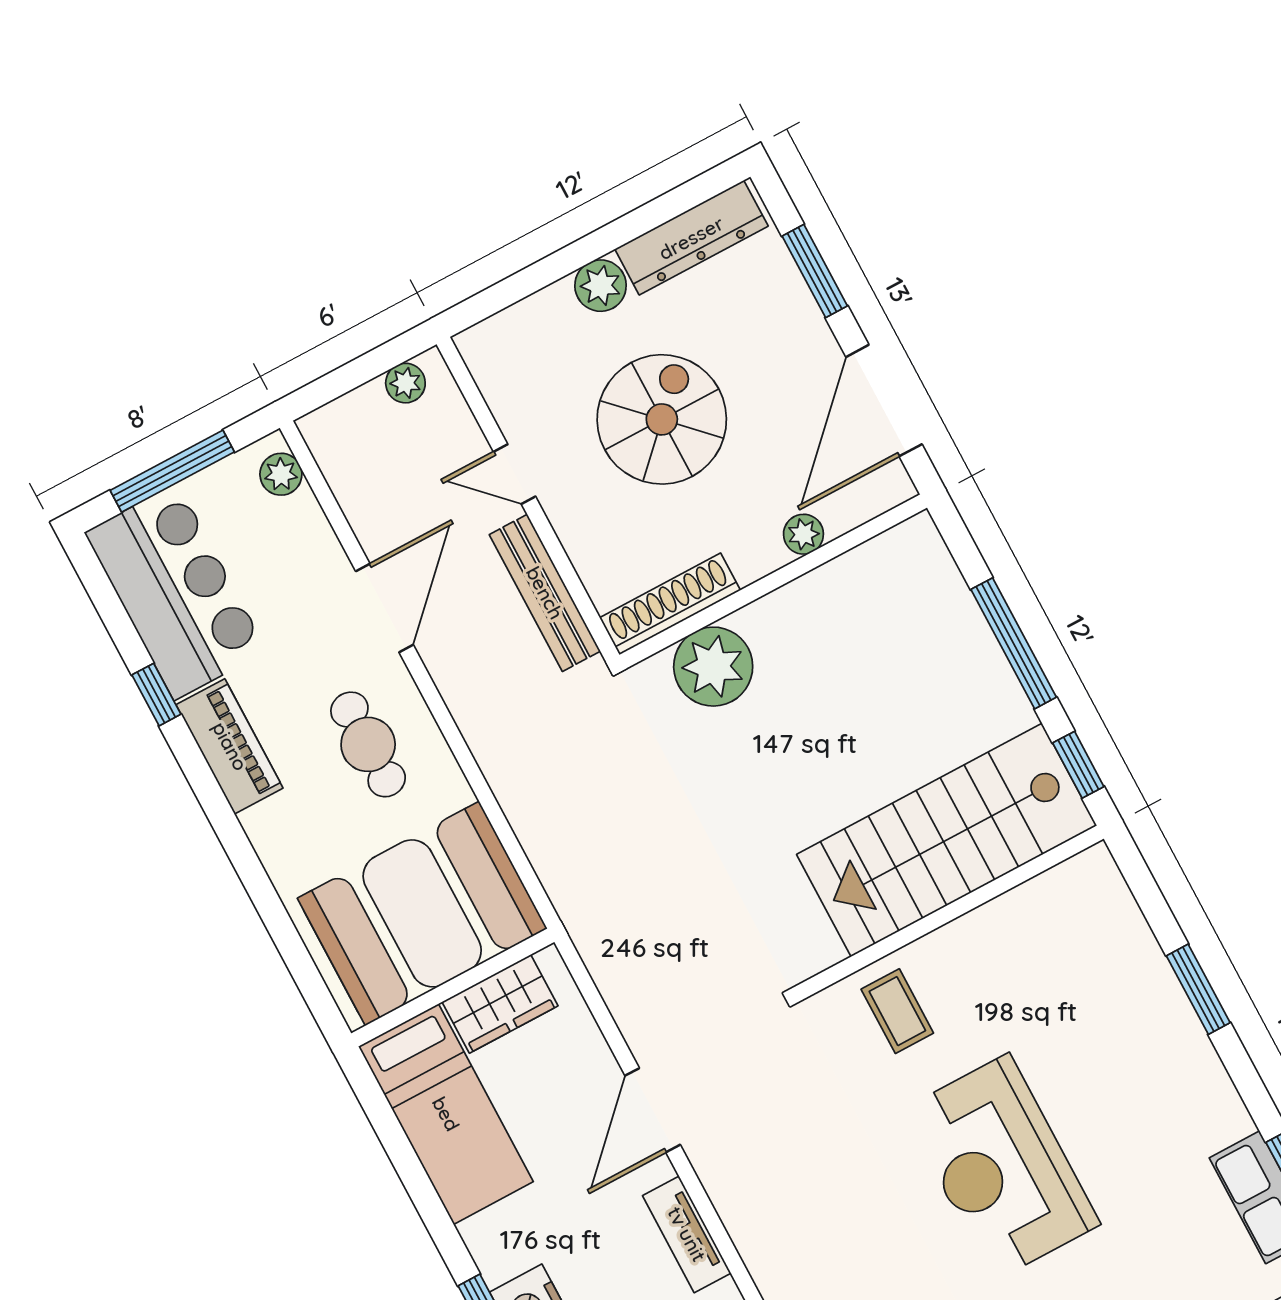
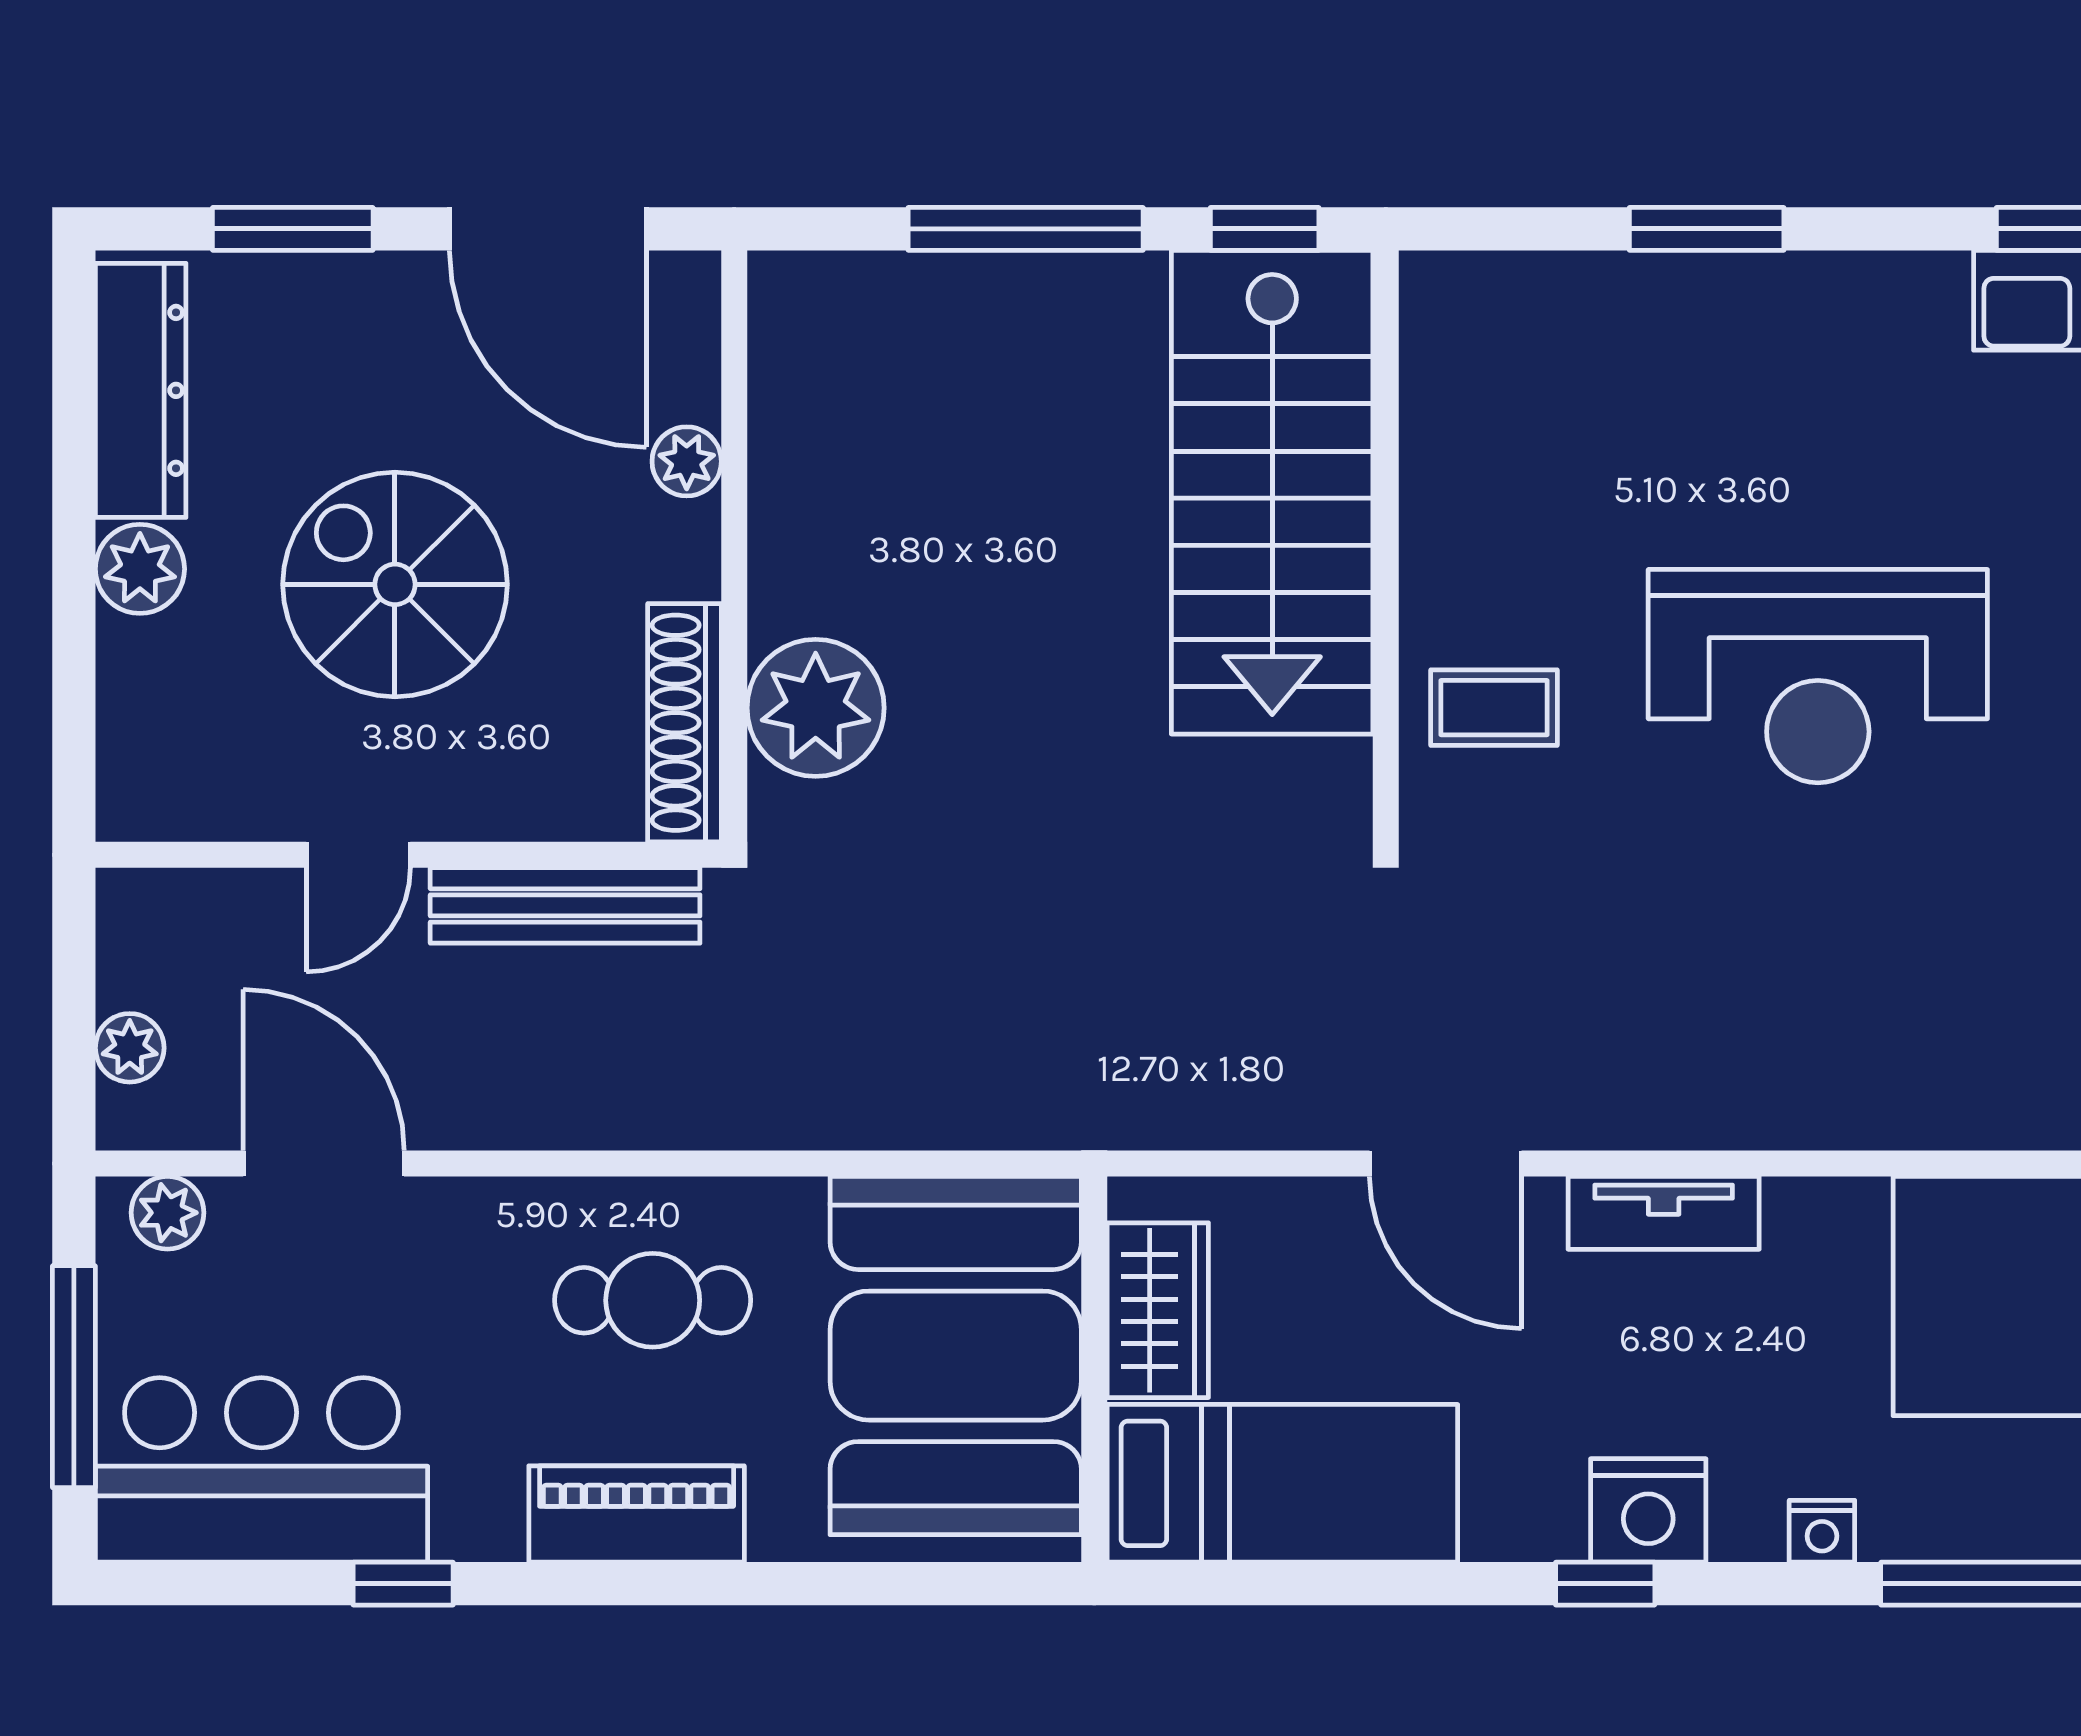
plant: (405, 383) -> (130, 1048), moved
door: (384, 608) -> (324, 1163), moved
piano: (230, 746) -> (637, 1514), moved

